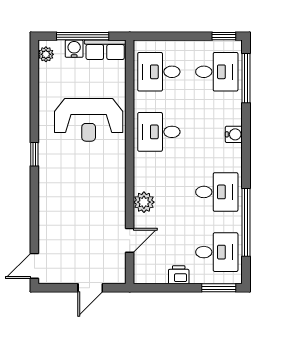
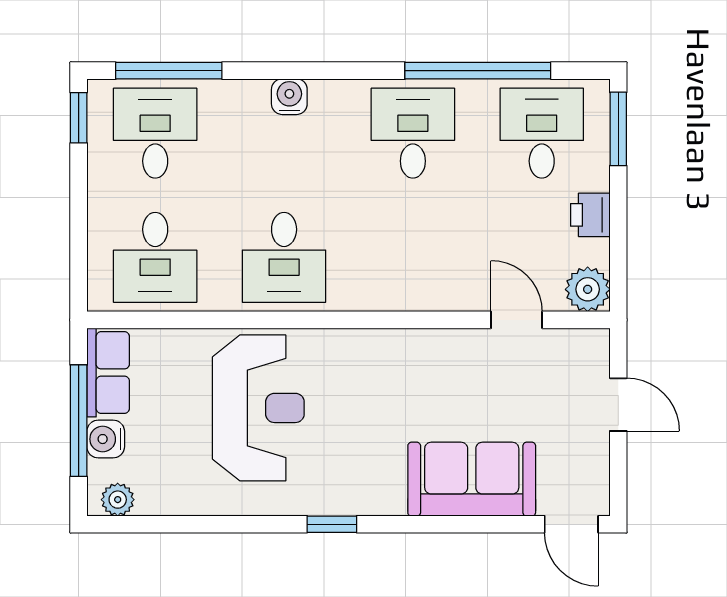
plant: (144, 202) -> (588, 289), moved
sofa: (55, 219) -> (472, 479), added

